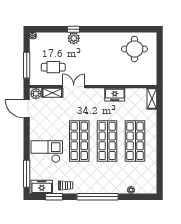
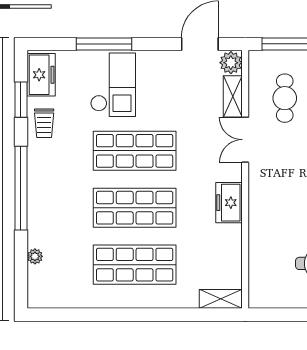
double door: (74, 87) -> (245, 140), swing flipped
freezer: (115, 95) -> (229, 203), moved
window: (27, 174) -> (104, 44), moved

